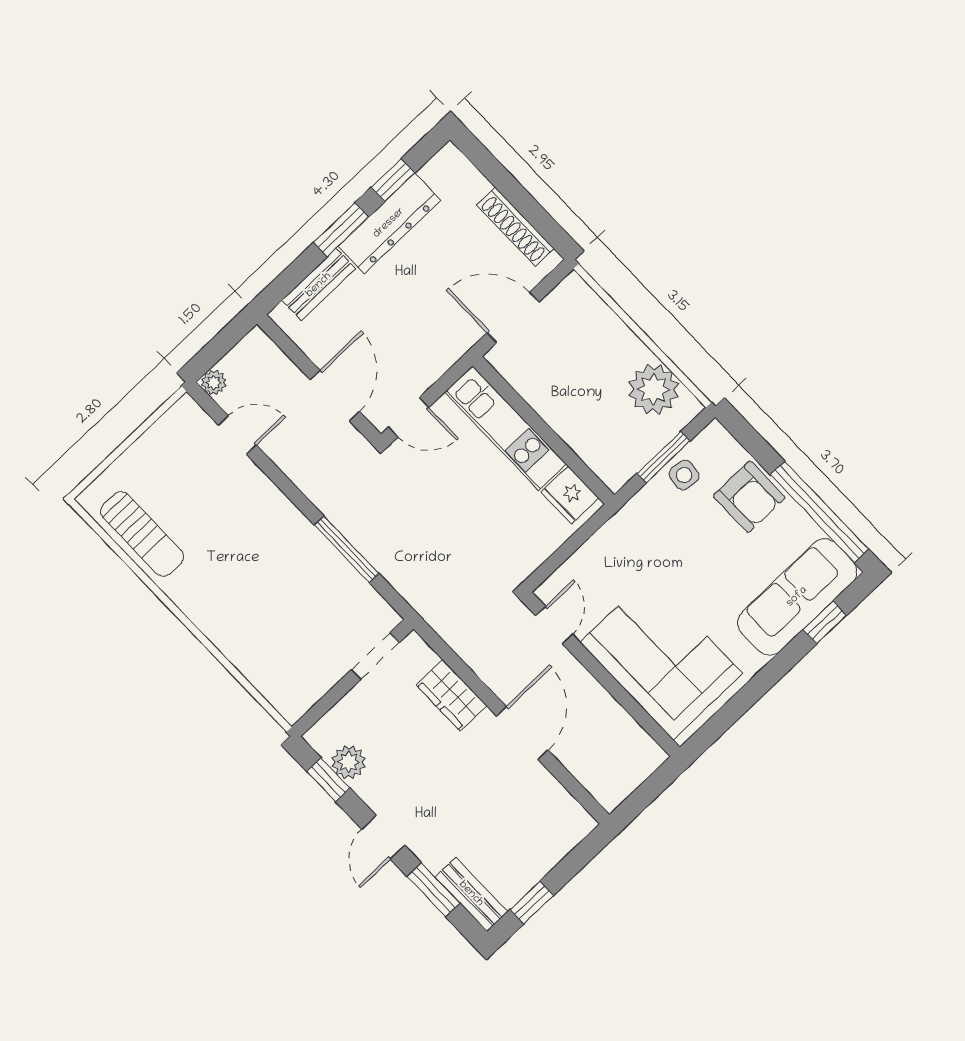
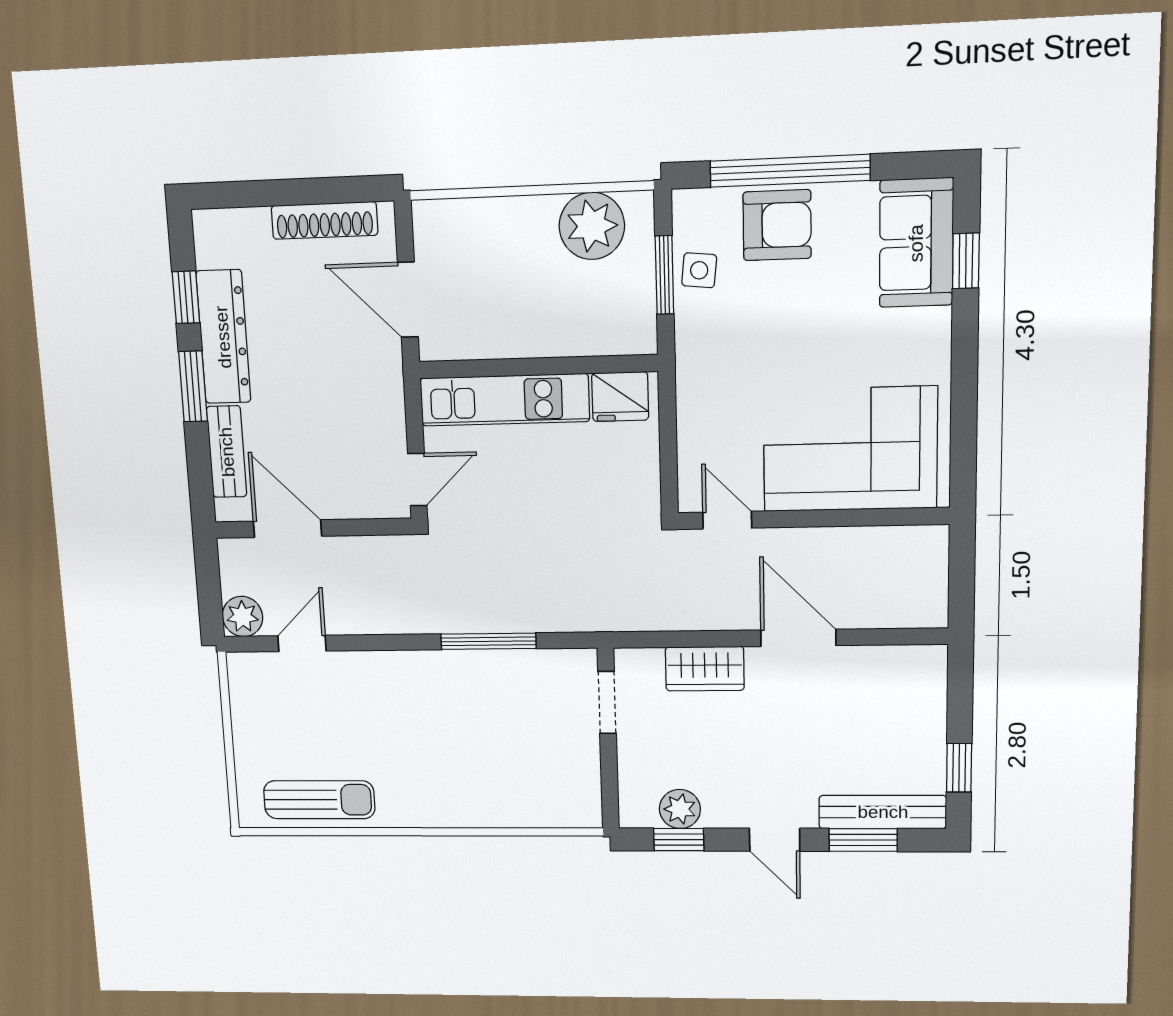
door: (513, 317) -> (408, 300), hinge flipped
plant: (214, 382) -> (242, 616), width x1.38, depth x1.38
door: (335, 396) -> (288, 529), moved
window: (819, 512) -> (790, 171), moved
sofa: (797, 597) -> (916, 243), width x0.73
bench: (471, 894) -> (883, 812), width x1.36

